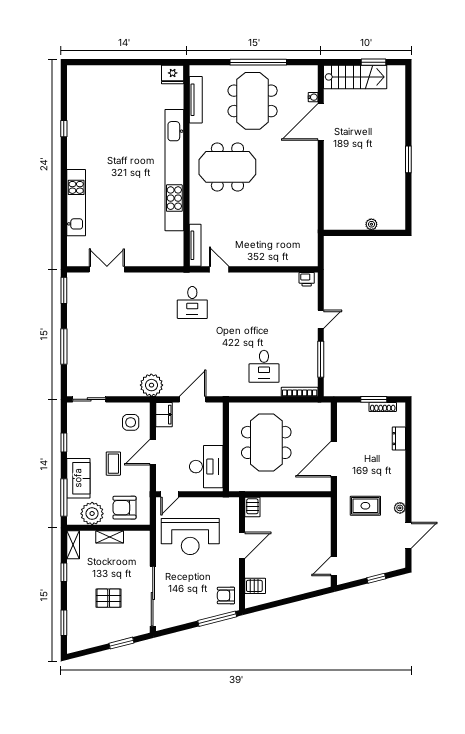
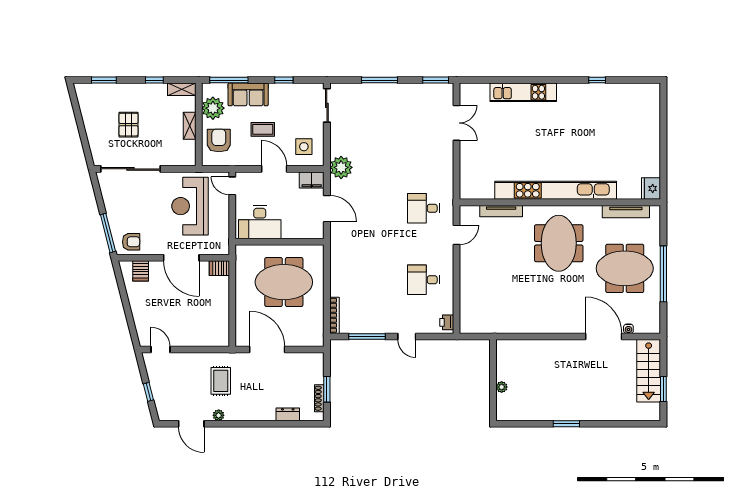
tv unit: (195, 245) -> (501, 211), moved
desk: (264, 366) -> (424, 280), moved
door: (242, 545) -> (181, 258), width x1.36
armchair: (226, 596) -> (131, 242), turned 90
window: (121, 643) -> (84, 137), removed

